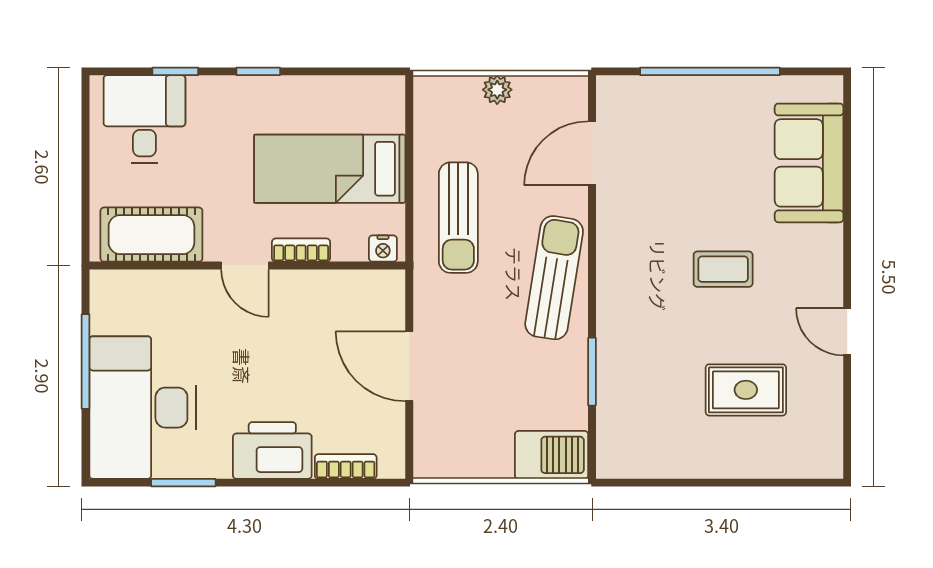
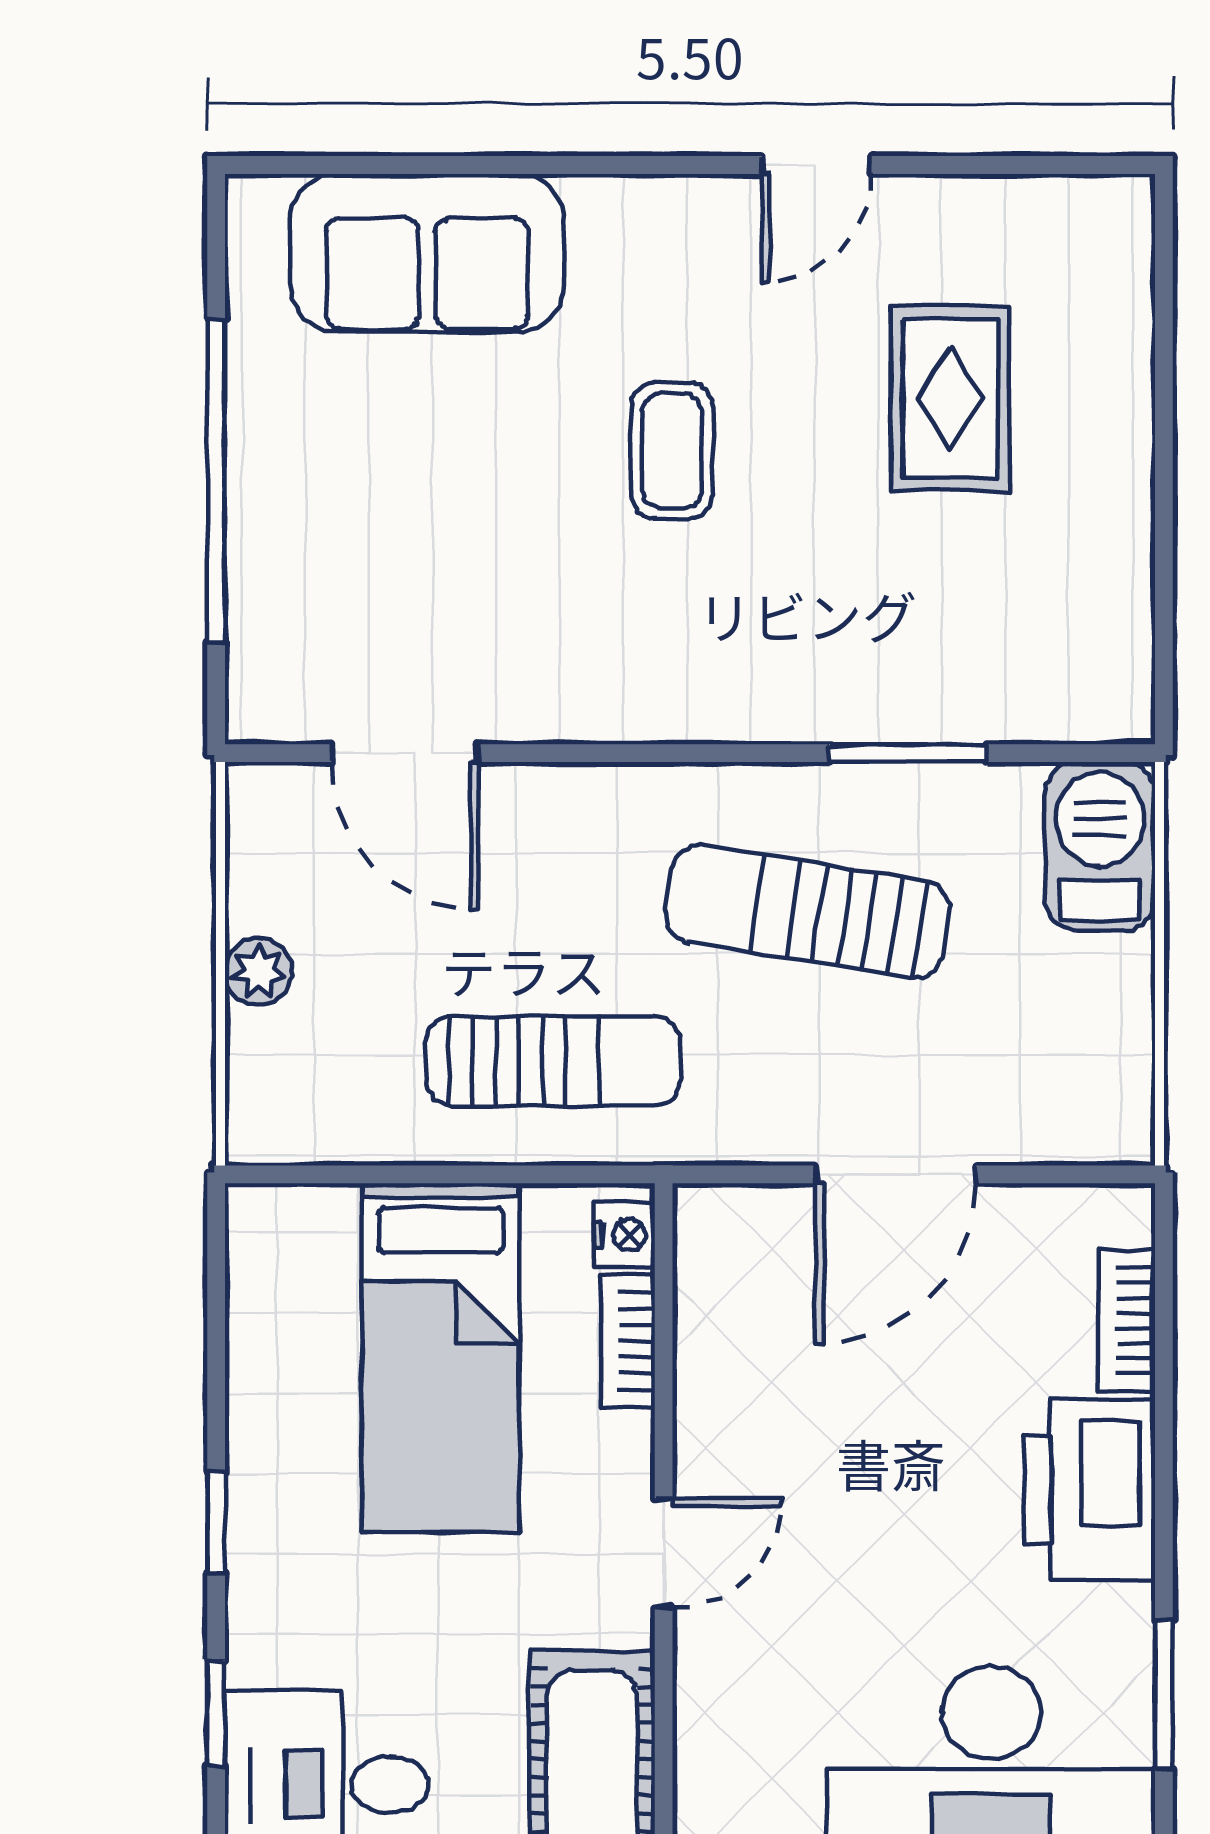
bookcase: (301, 250) -> (628, 1341), moved
sun lounger: (554, 278) -> (807, 912), moved

